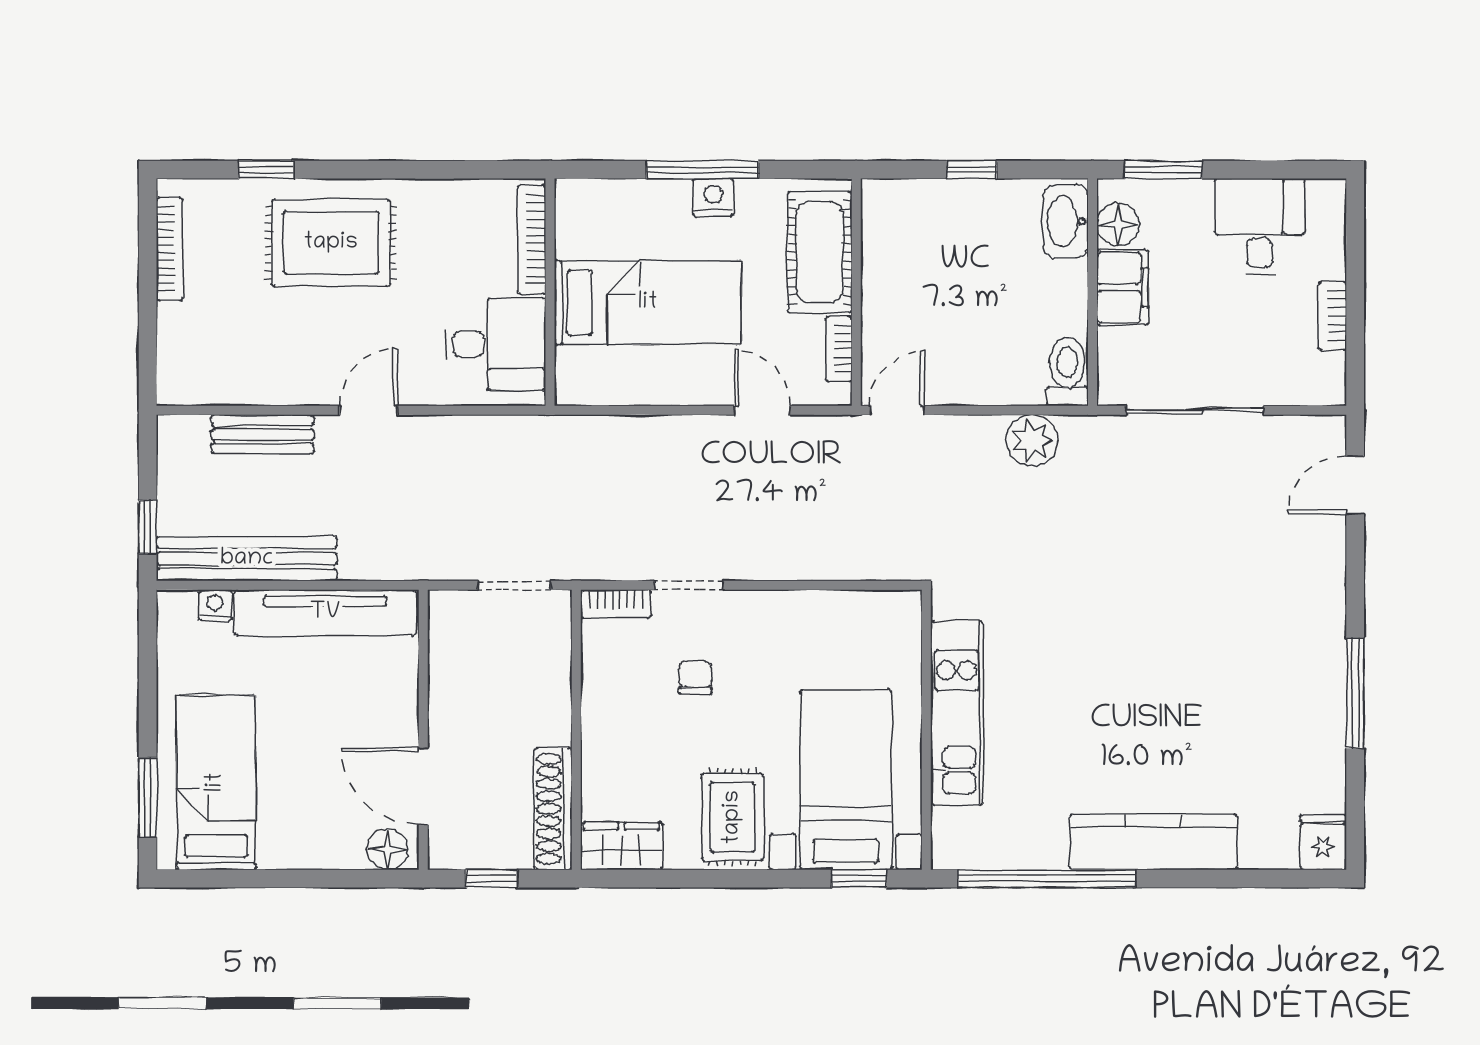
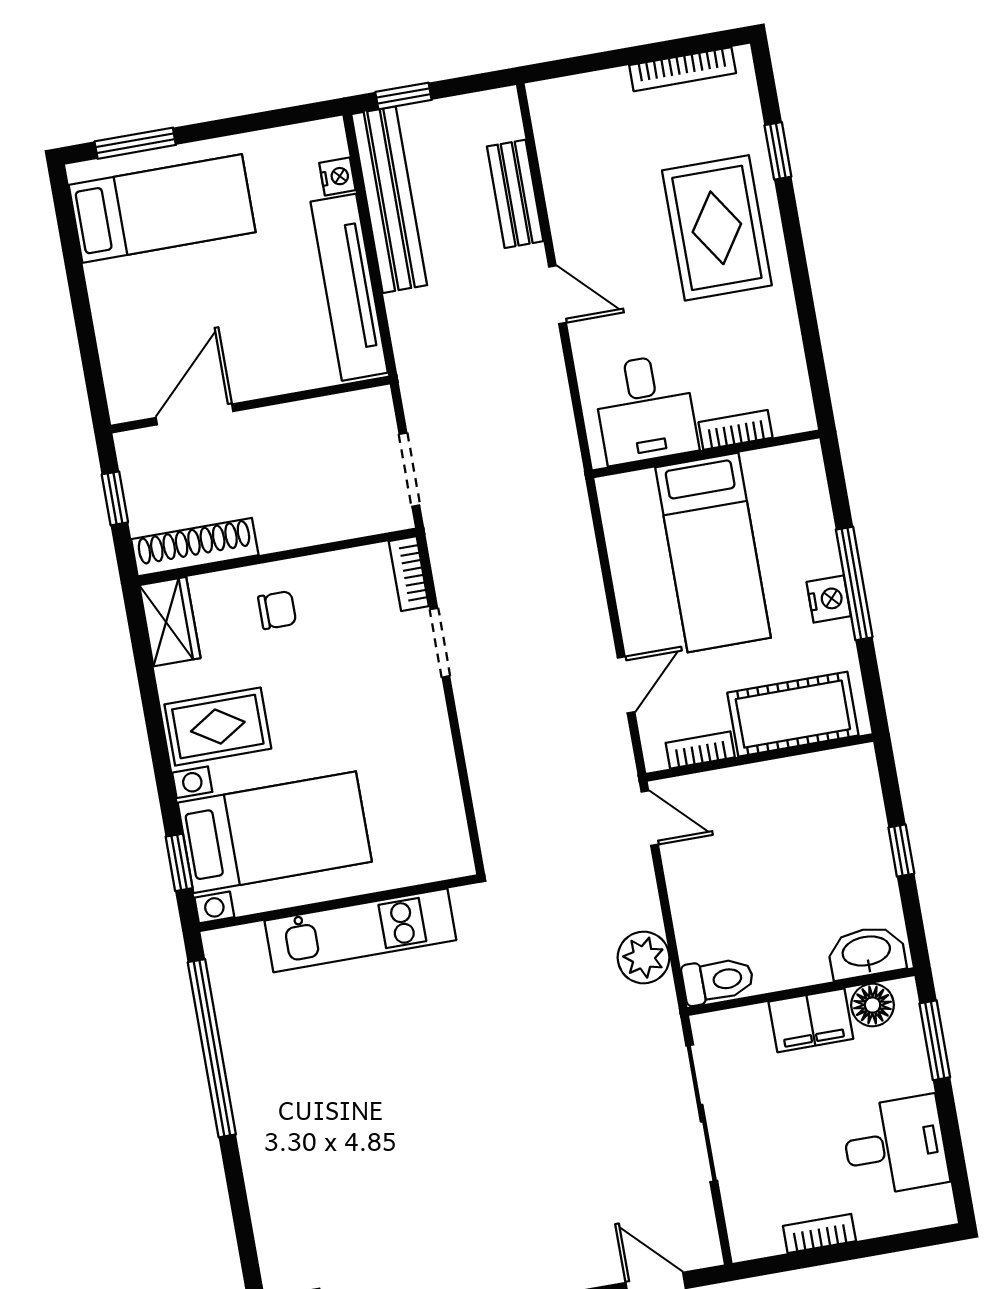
bookcase: (532, 240) -> (736, 430), width x0.64
chair: (695, 677) -> (277, 610), moved
kitchen counter: (1153, 842) -> (267, 1148), removed
floor lamp: (387, 849) -> (126, 390), removed

